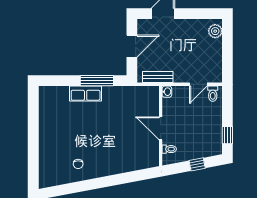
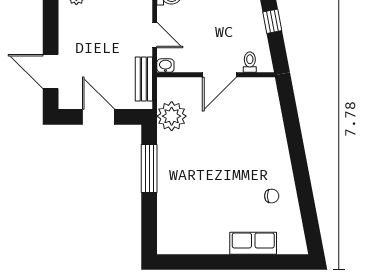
door: (198, 84) -> (155, 35), moved
row of seats: (86, 93) -> (253, 243), moved, turned -90
plant: (132, 96) -> (172, 116), added

